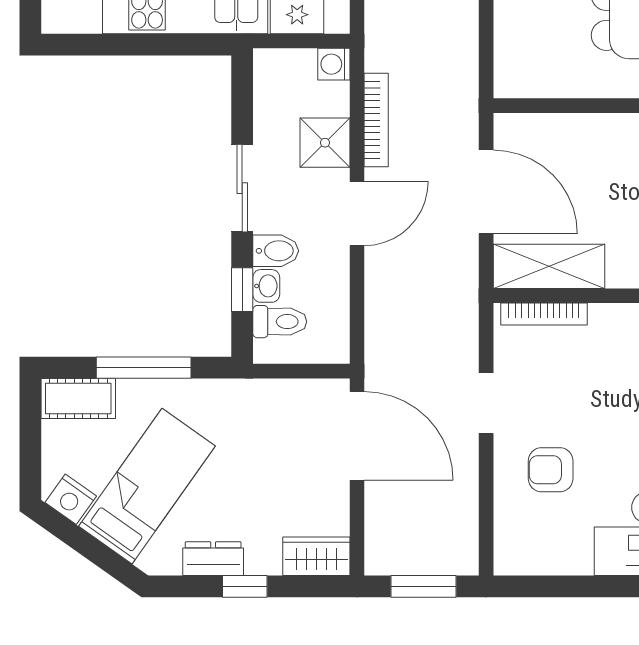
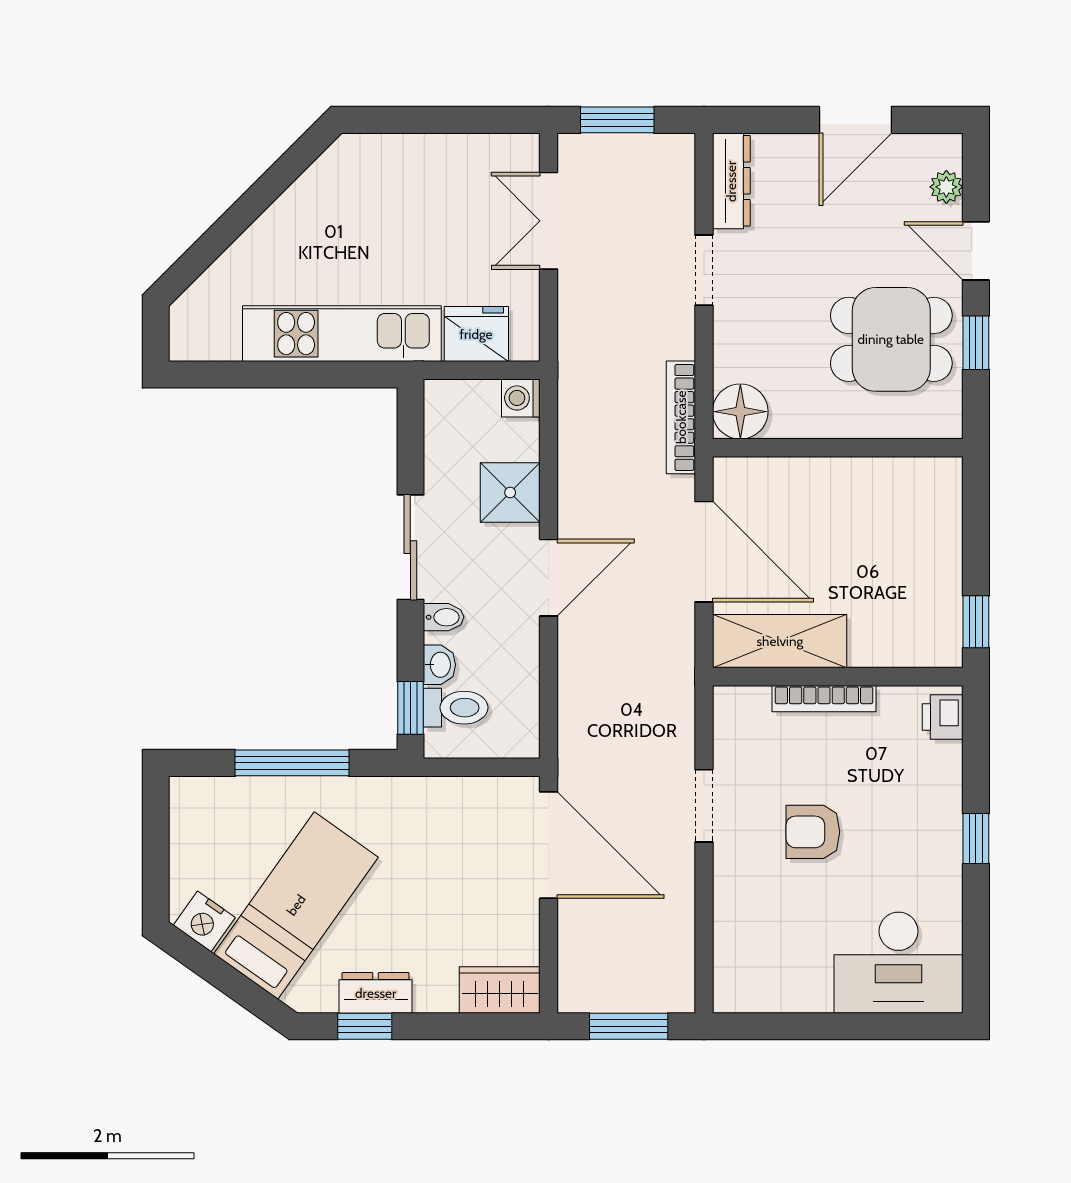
floor lamp: (516, 75) -> (740, 412), added
bookcase: (376, 120) -> (681, 417), moved, turned 180
bidet: (276, 251) -> (444, 617), width x0.72, depth x0.74
window: (242, 290) -> (410, 708), moved
bookcase: (544, 314) -> (824, 699), moved
cot: (78, 398) -> (213, 800), removed
armchair: (551, 470) -> (813, 832), moved
window: (245, 586) -> (365, 1026), moved

